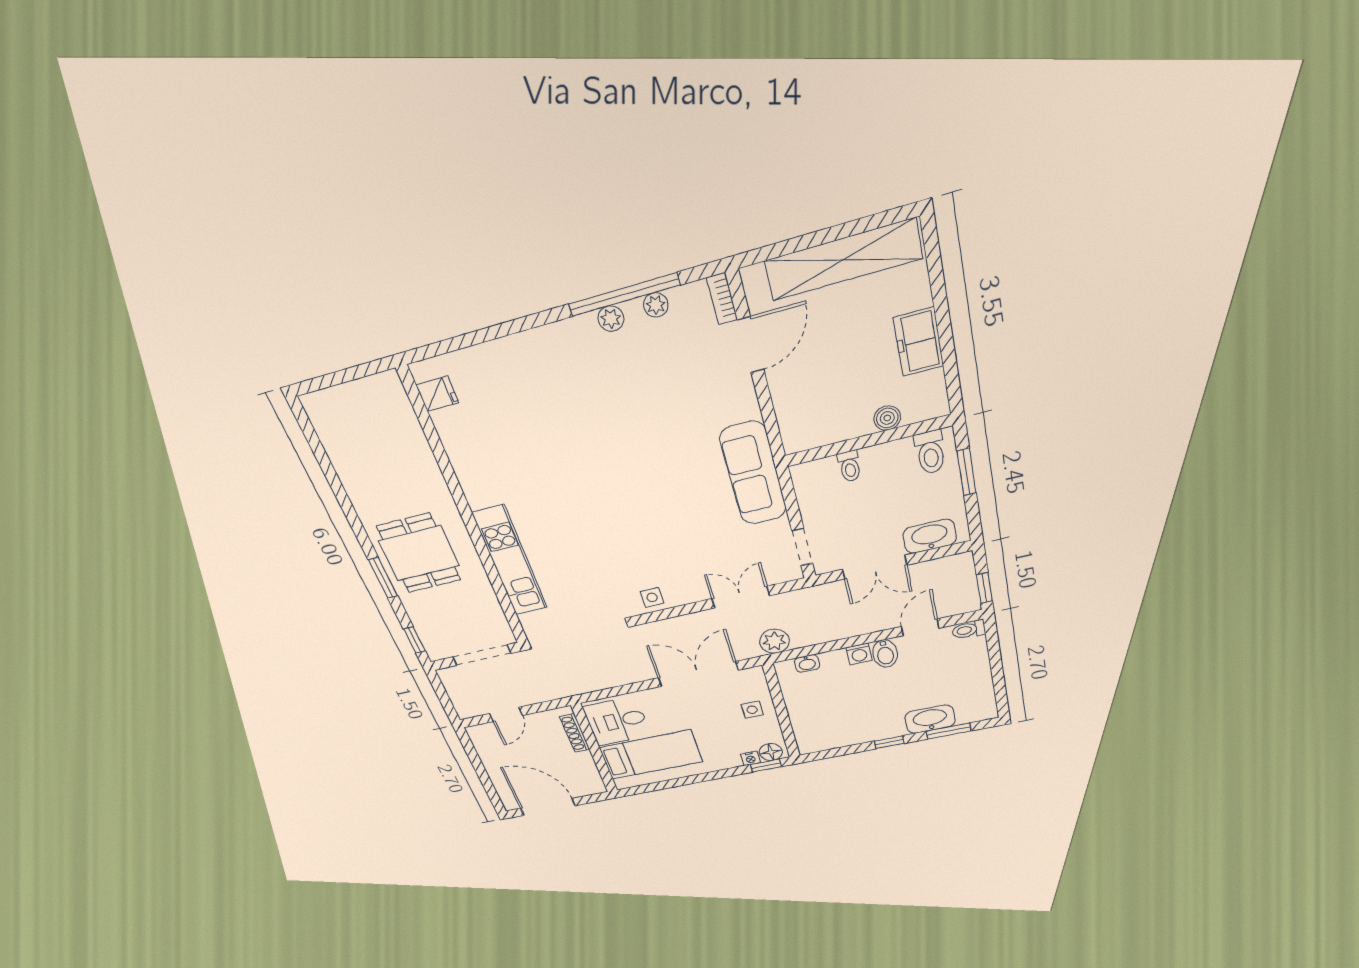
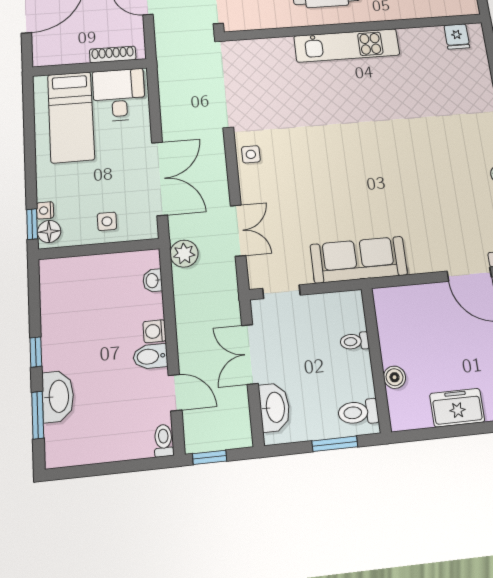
kitchen unit: (510, 561) -> (347, 45), moved

